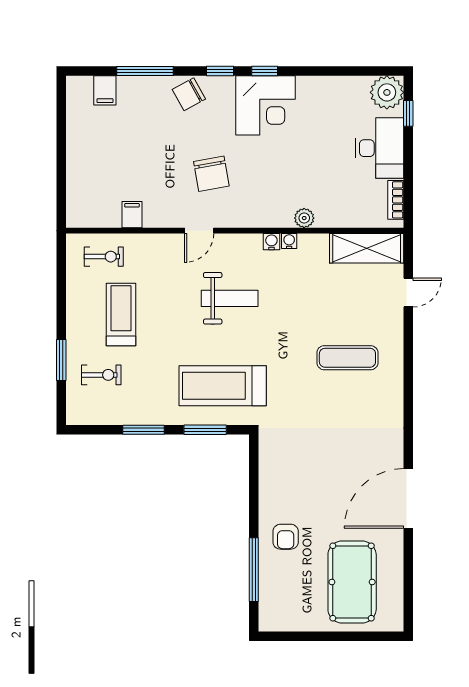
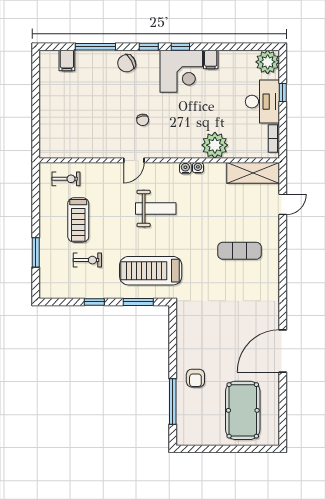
window: (408, 113) -> (283, 93), moved
chair: (211, 174) -> (143, 120), width x0.54, depth x0.54
filing cabinet: (132, 215) -> (211, 60), moved, turned 180
plant: (304, 218) -> (215, 145), width x1.88, depth x1.88
treadmill: (121, 314) -> (78, 220), turned 180
exercise bike: (101, 375) -> (87, 260), moved
window: (143, 430) -> (94, 302), width x0.67

